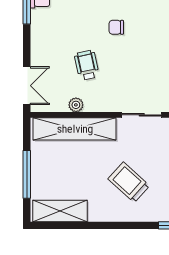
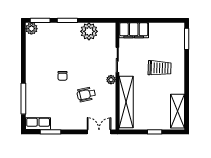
plant: (76, 105) -> (111, 80), moved
window: (27, 174) -> (155, 132), width x0.46
trolley: (129, 182) -> (160, 68), turned -130

